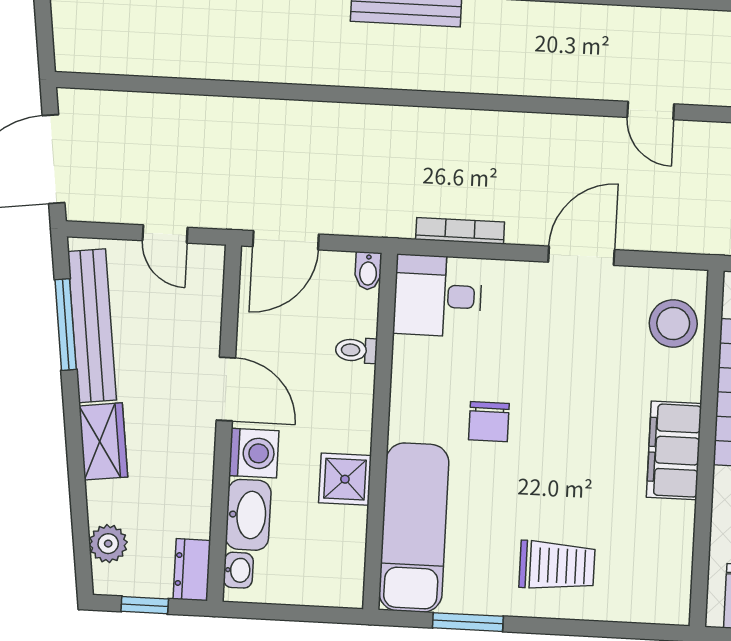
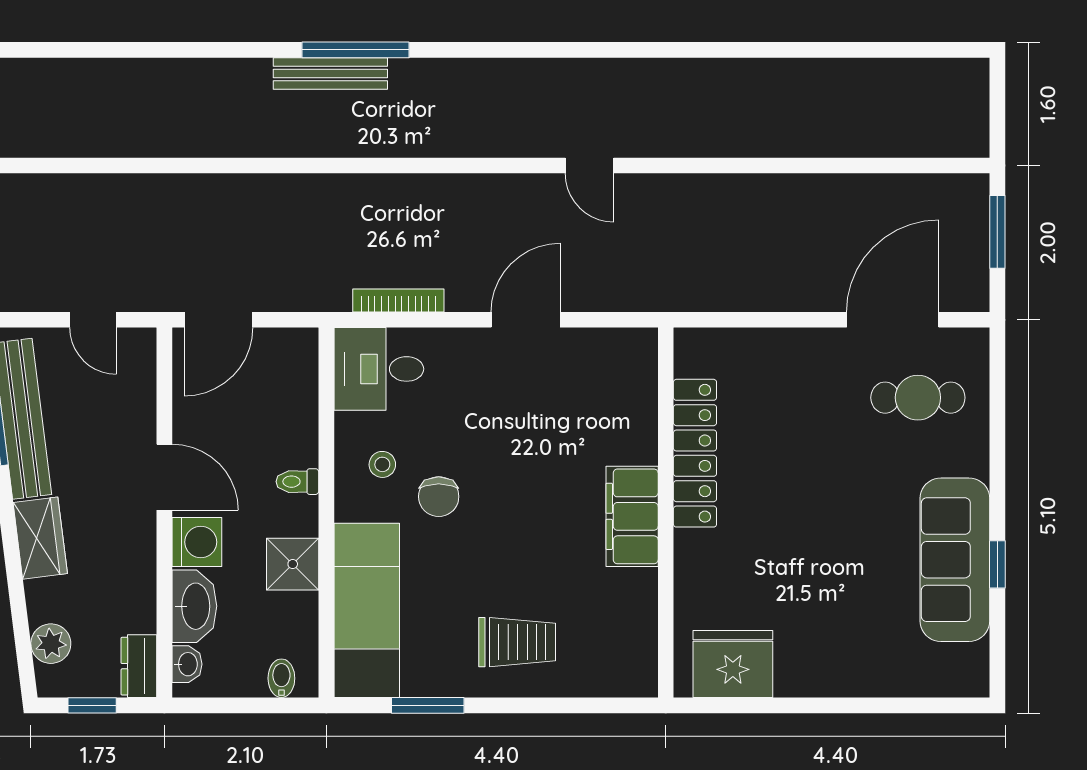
bidet: (368, 271) -> (281, 678), moved, turned 180
stool: (673, 323) -> (382, 464), moved, width x0.53, depth x0.53
toilet: (356, 350) -> (297, 482), moved

